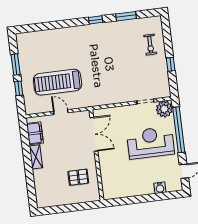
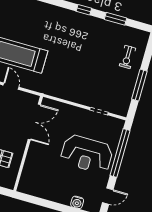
window: (171, 64) -> (139, 85), width x2.17
plant: (164, 109) -> (114, 126), removed
reception desk: (151, 143) -> (87, 154), turned 180

